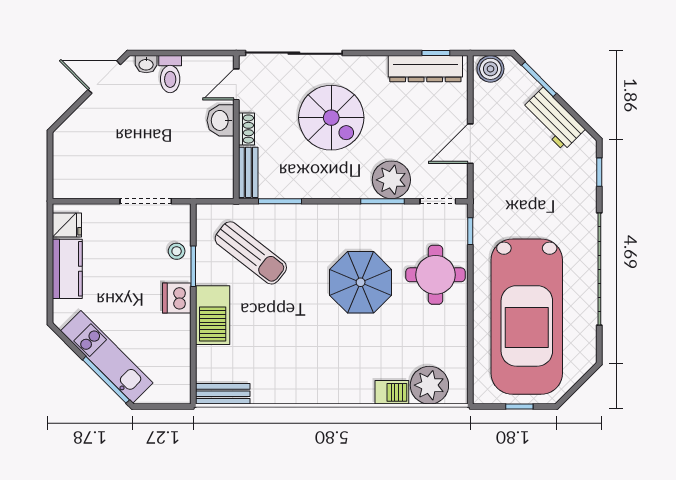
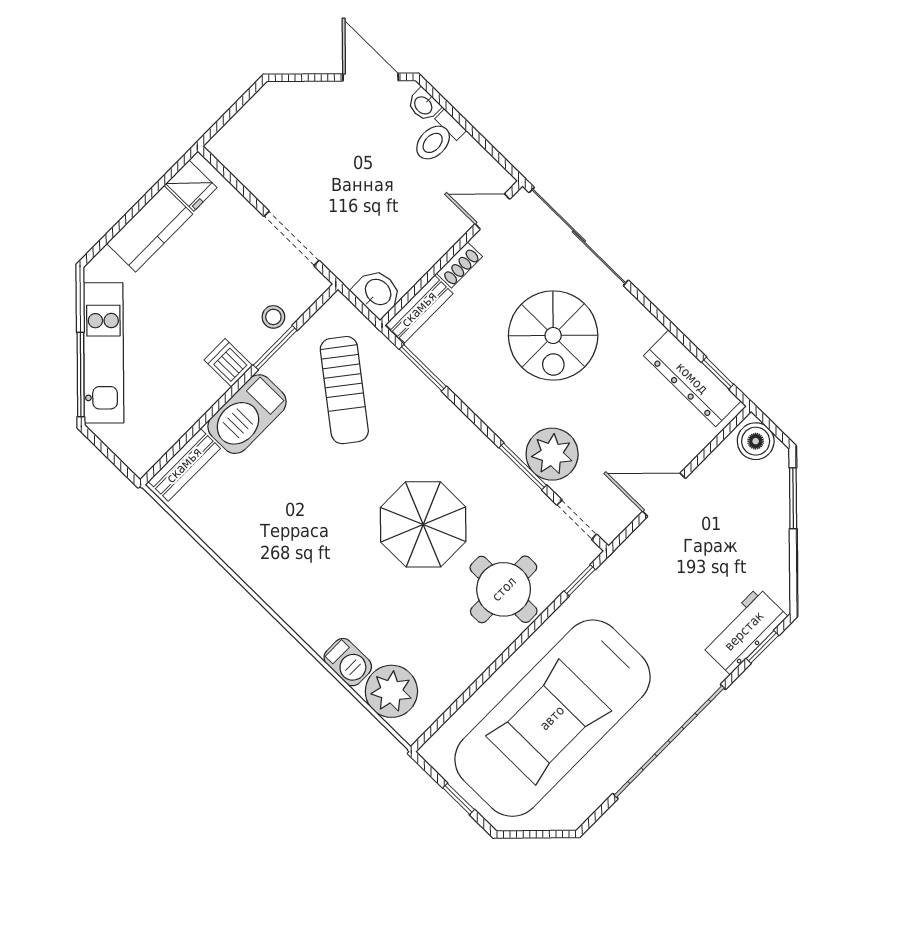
workbench: (553, 119) -> (744, 631), moved, turned 45
washbasin: (221, 120) -> (377, 293), moved, turned 90
dishwasher: (177, 298) -> (228, 363), width x0.73
bench: (223, 394) -> (184, 465), moved, turned 90

